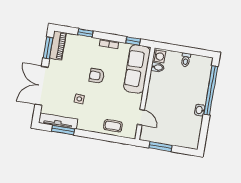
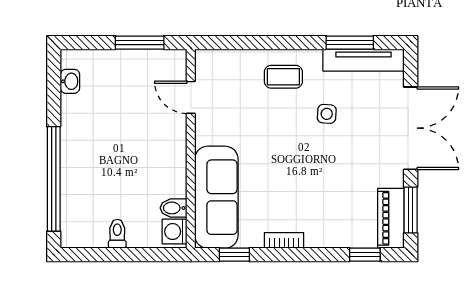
window: (85, 33) -> (365, 255), moved
armchair: (97, 76) -> (298, 169), removed
washbasin: (200, 110) -> (70, 81), moved
coffee table: (113, 126) -> (283, 77), moved

